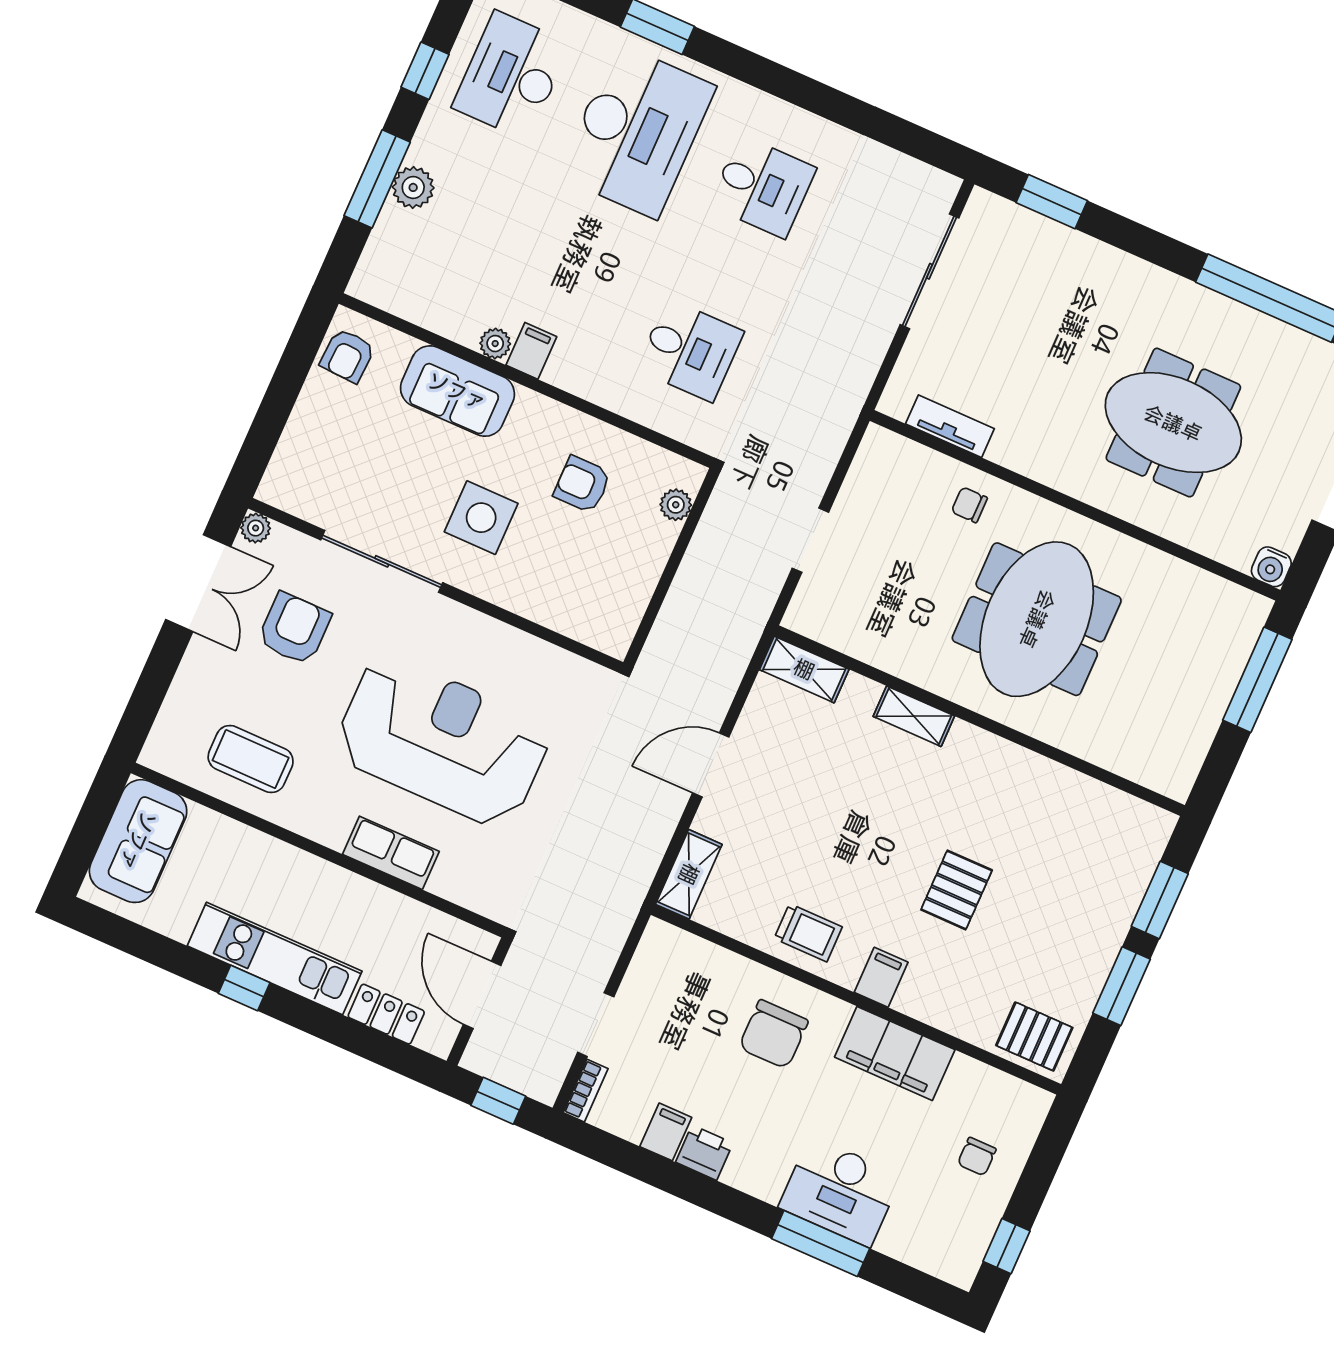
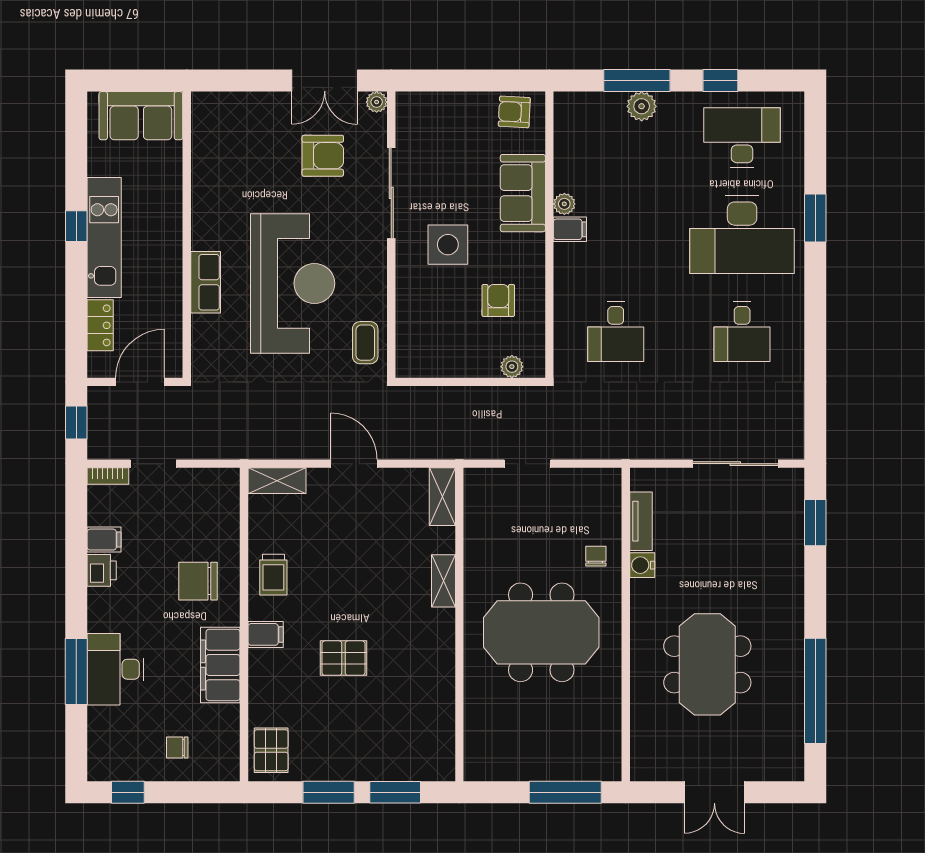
water cooler: (1271, 567) -> (642, 565), moved
coffee table: (251, 759) -> (365, 343), moved, width x0.73, depth x0.77

